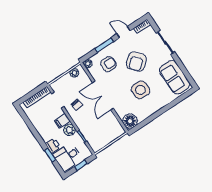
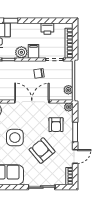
printer: (53, 146) -> (47, 29), moved

